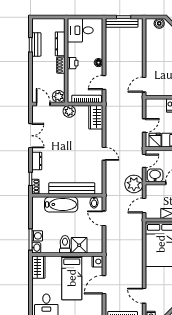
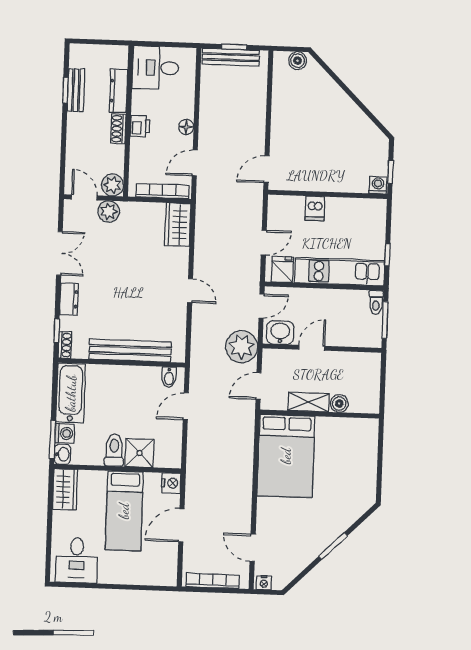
plant: (69, 111) -> (109, 211), moved
bathtub: (61, 204) -> (71, 393), moved, turned -90
door: (104, 218) -> (186, 406), hinge flipped

